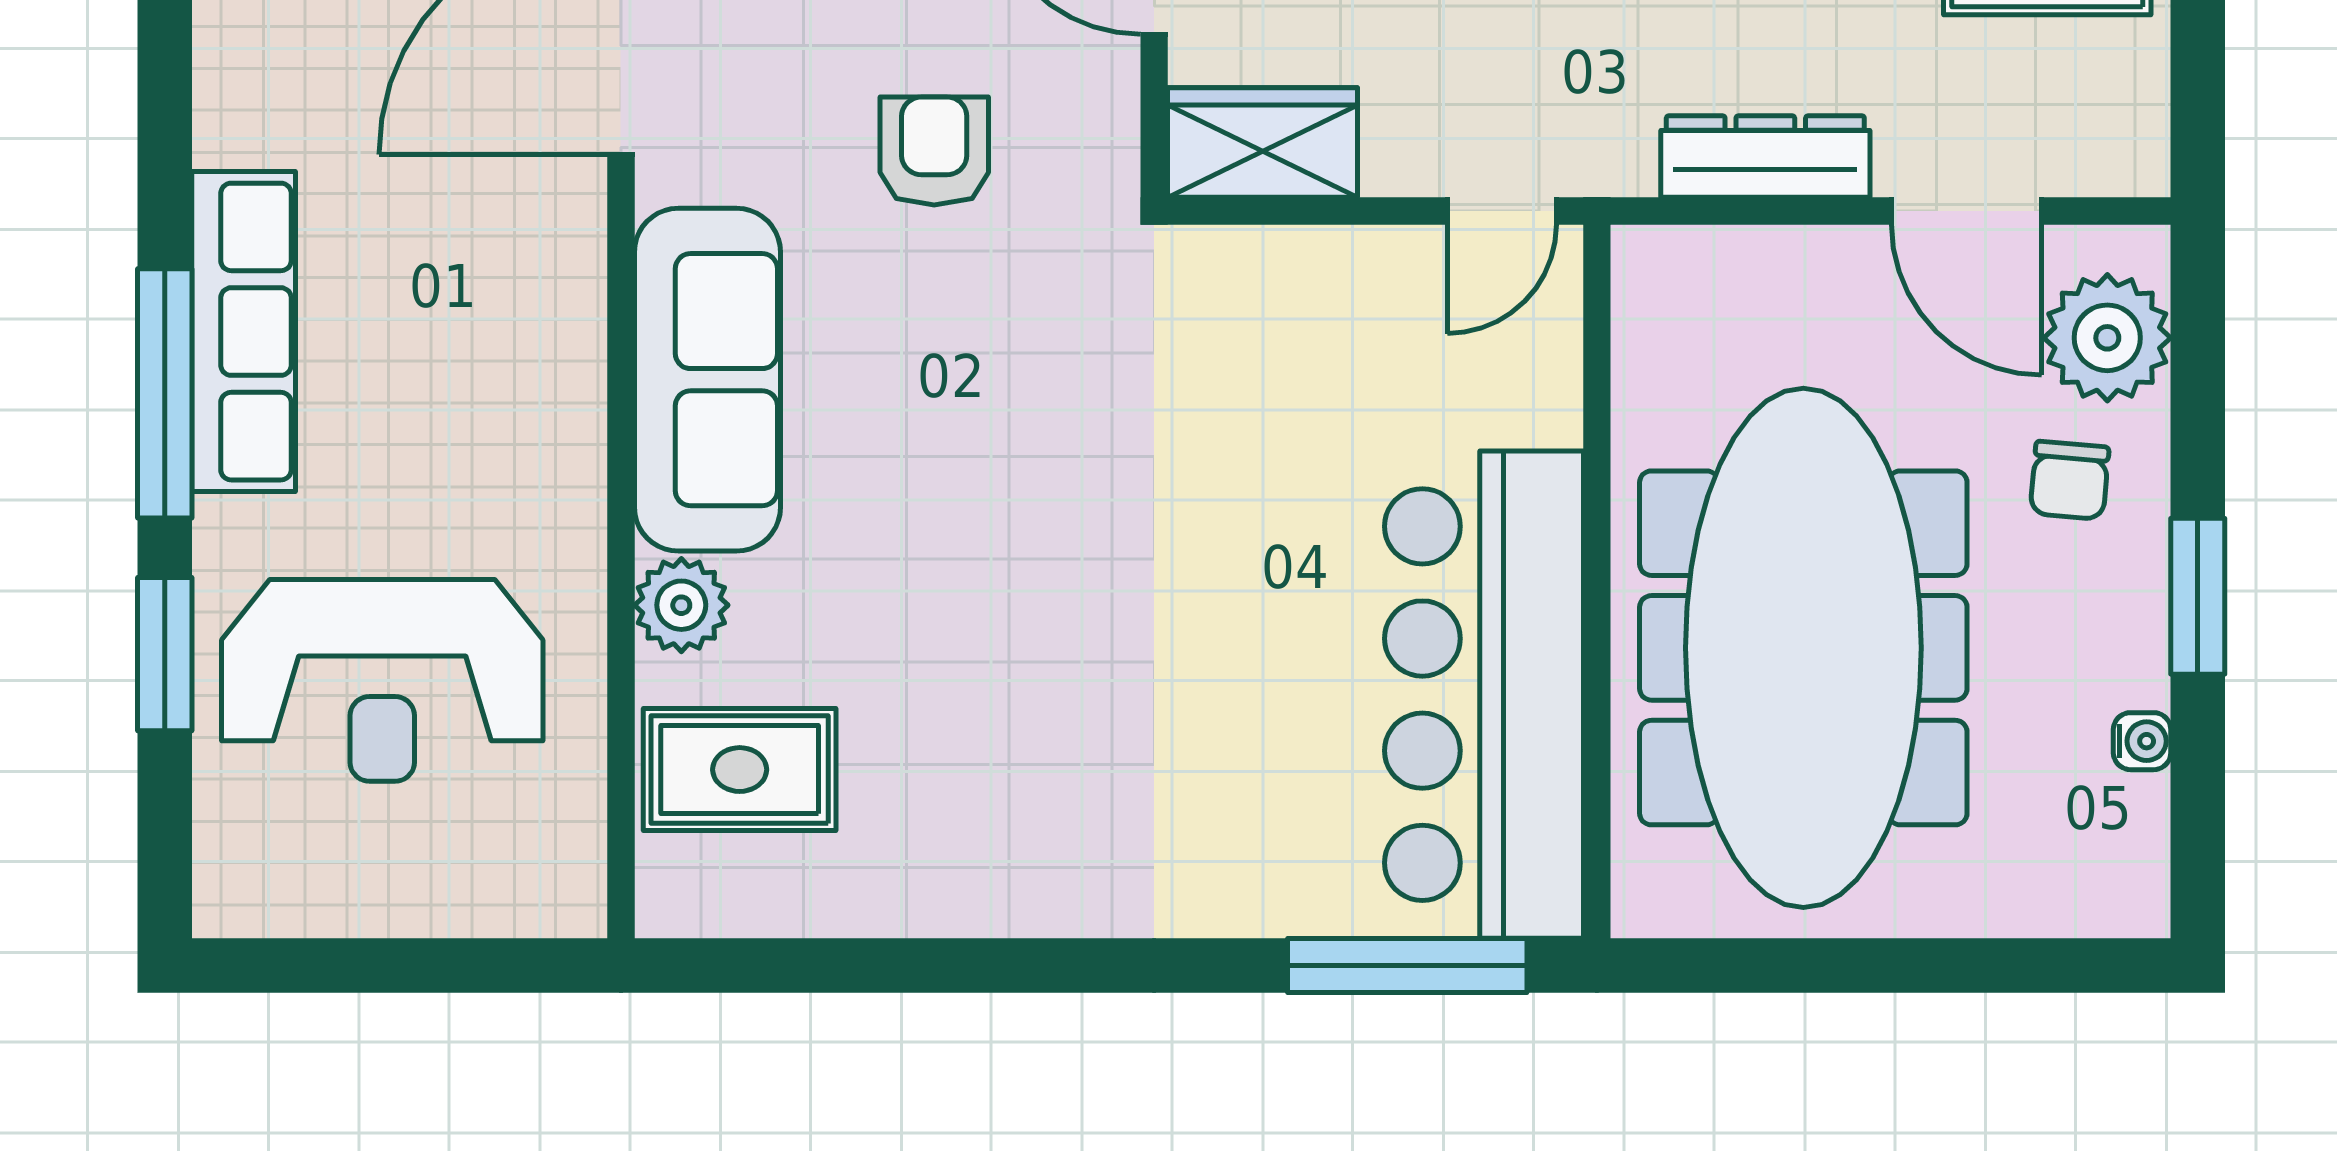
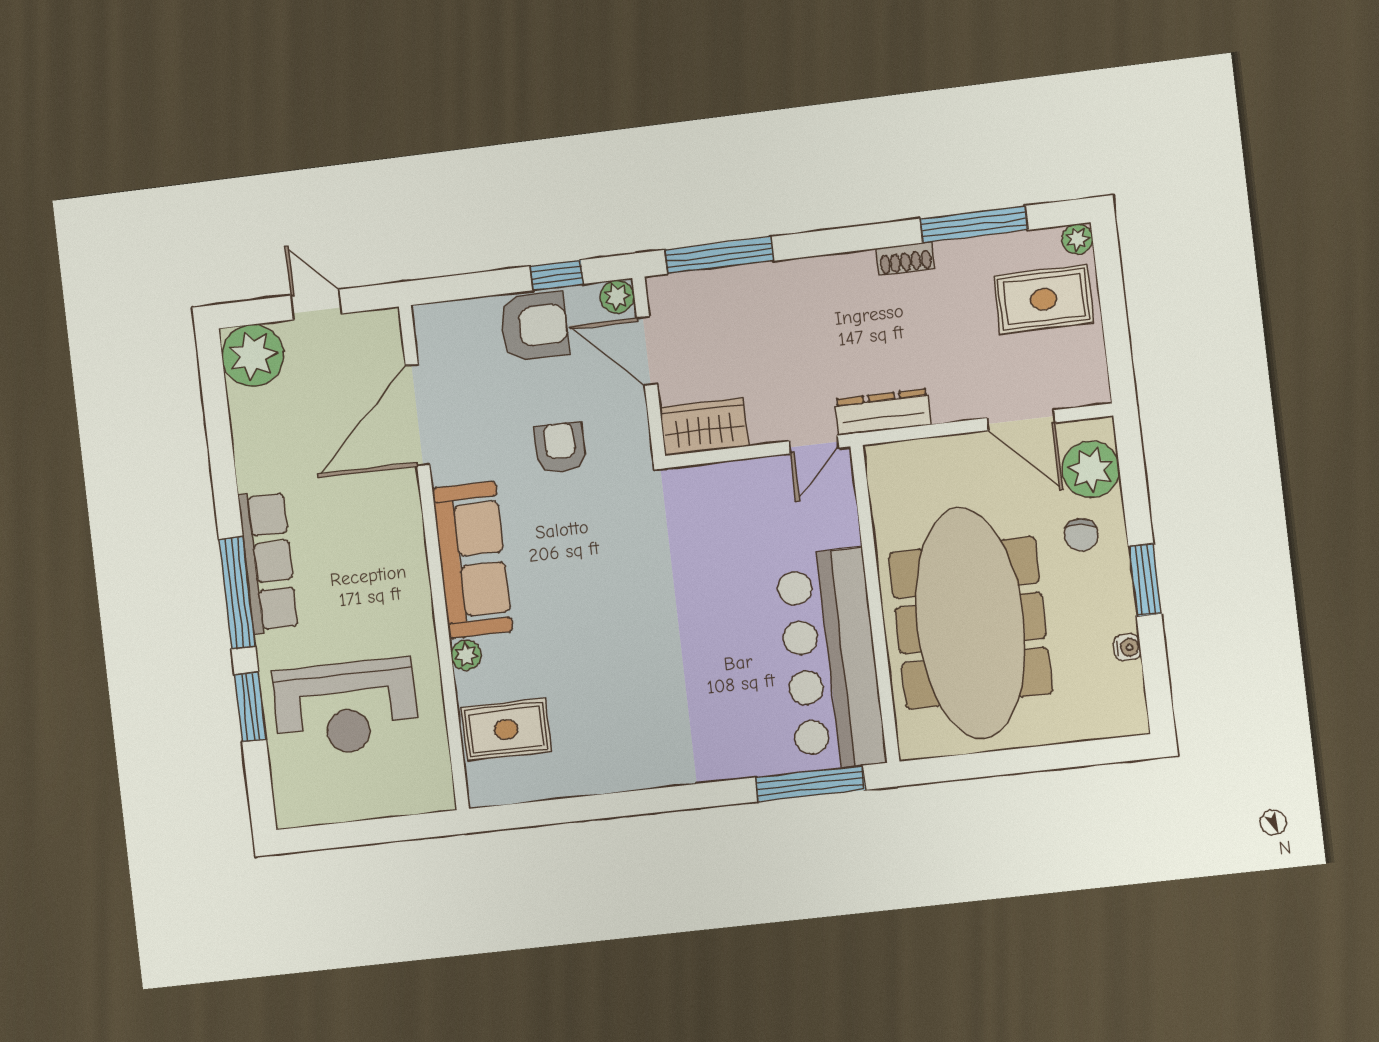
dresser: (1765, 157) -> (883, 412), moved
plant: (681, 605) -> (466, 655), width x0.73, depth x0.73

